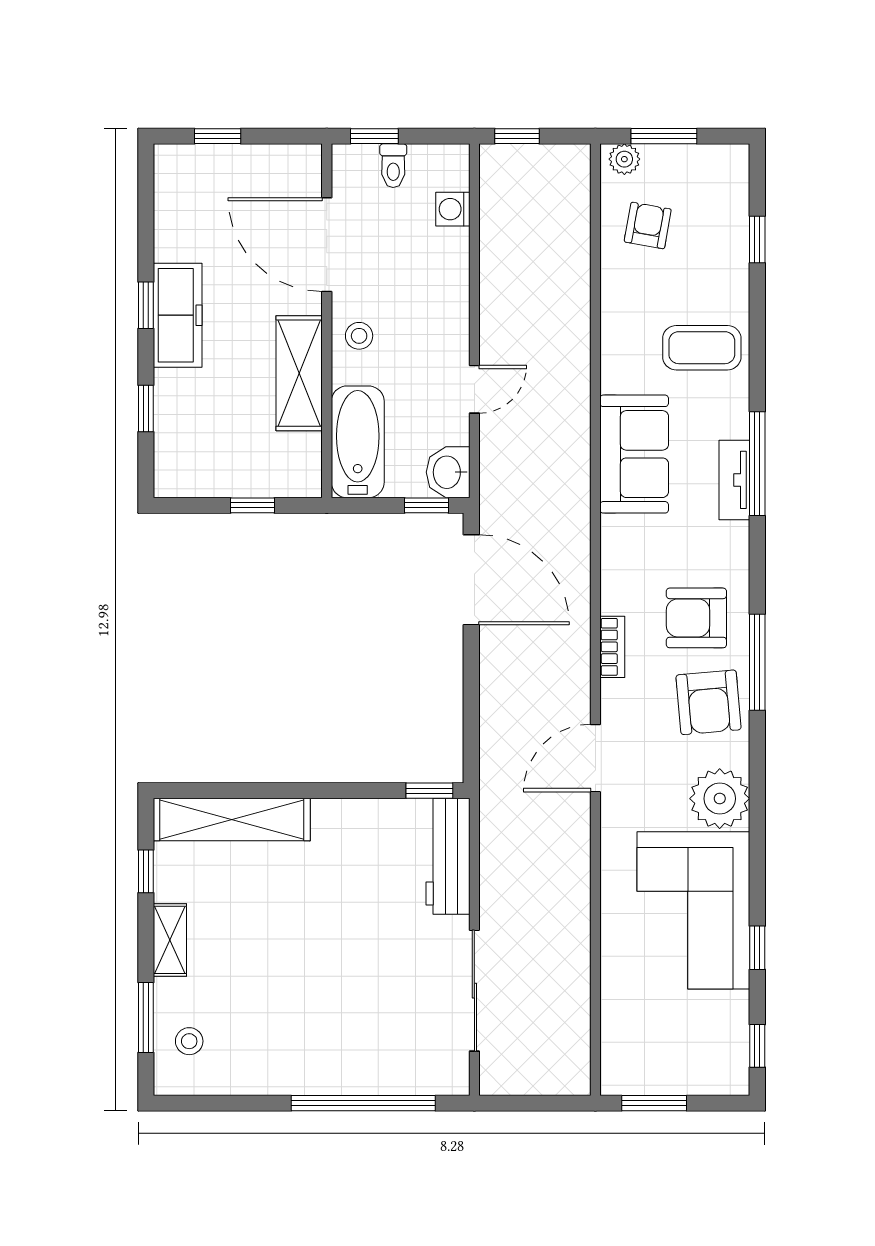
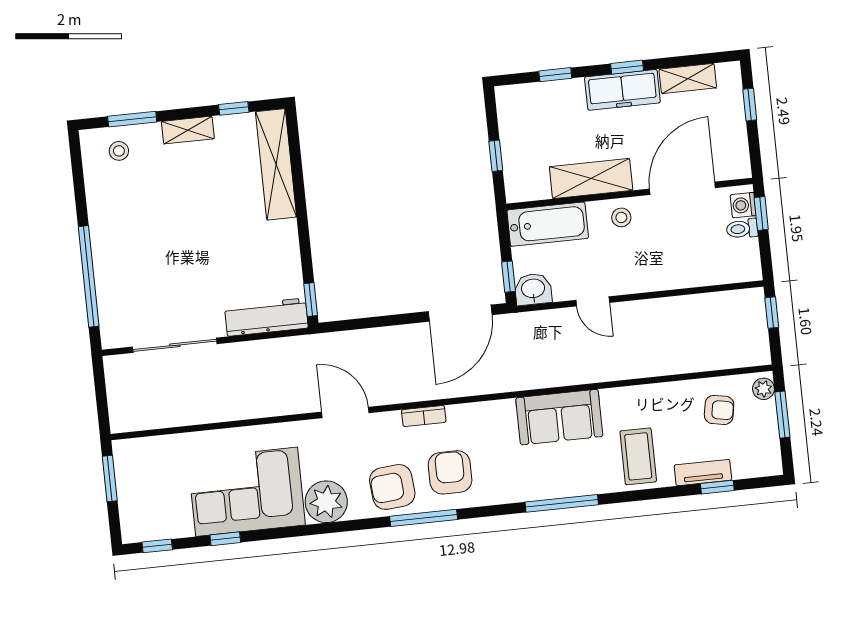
washing machine: (453, 209) -> (743, 205), moved, turned -90
shelving: (171, 221) -> (688, 79), added
tv unit: (734, 480) -> (703, 473), moved

